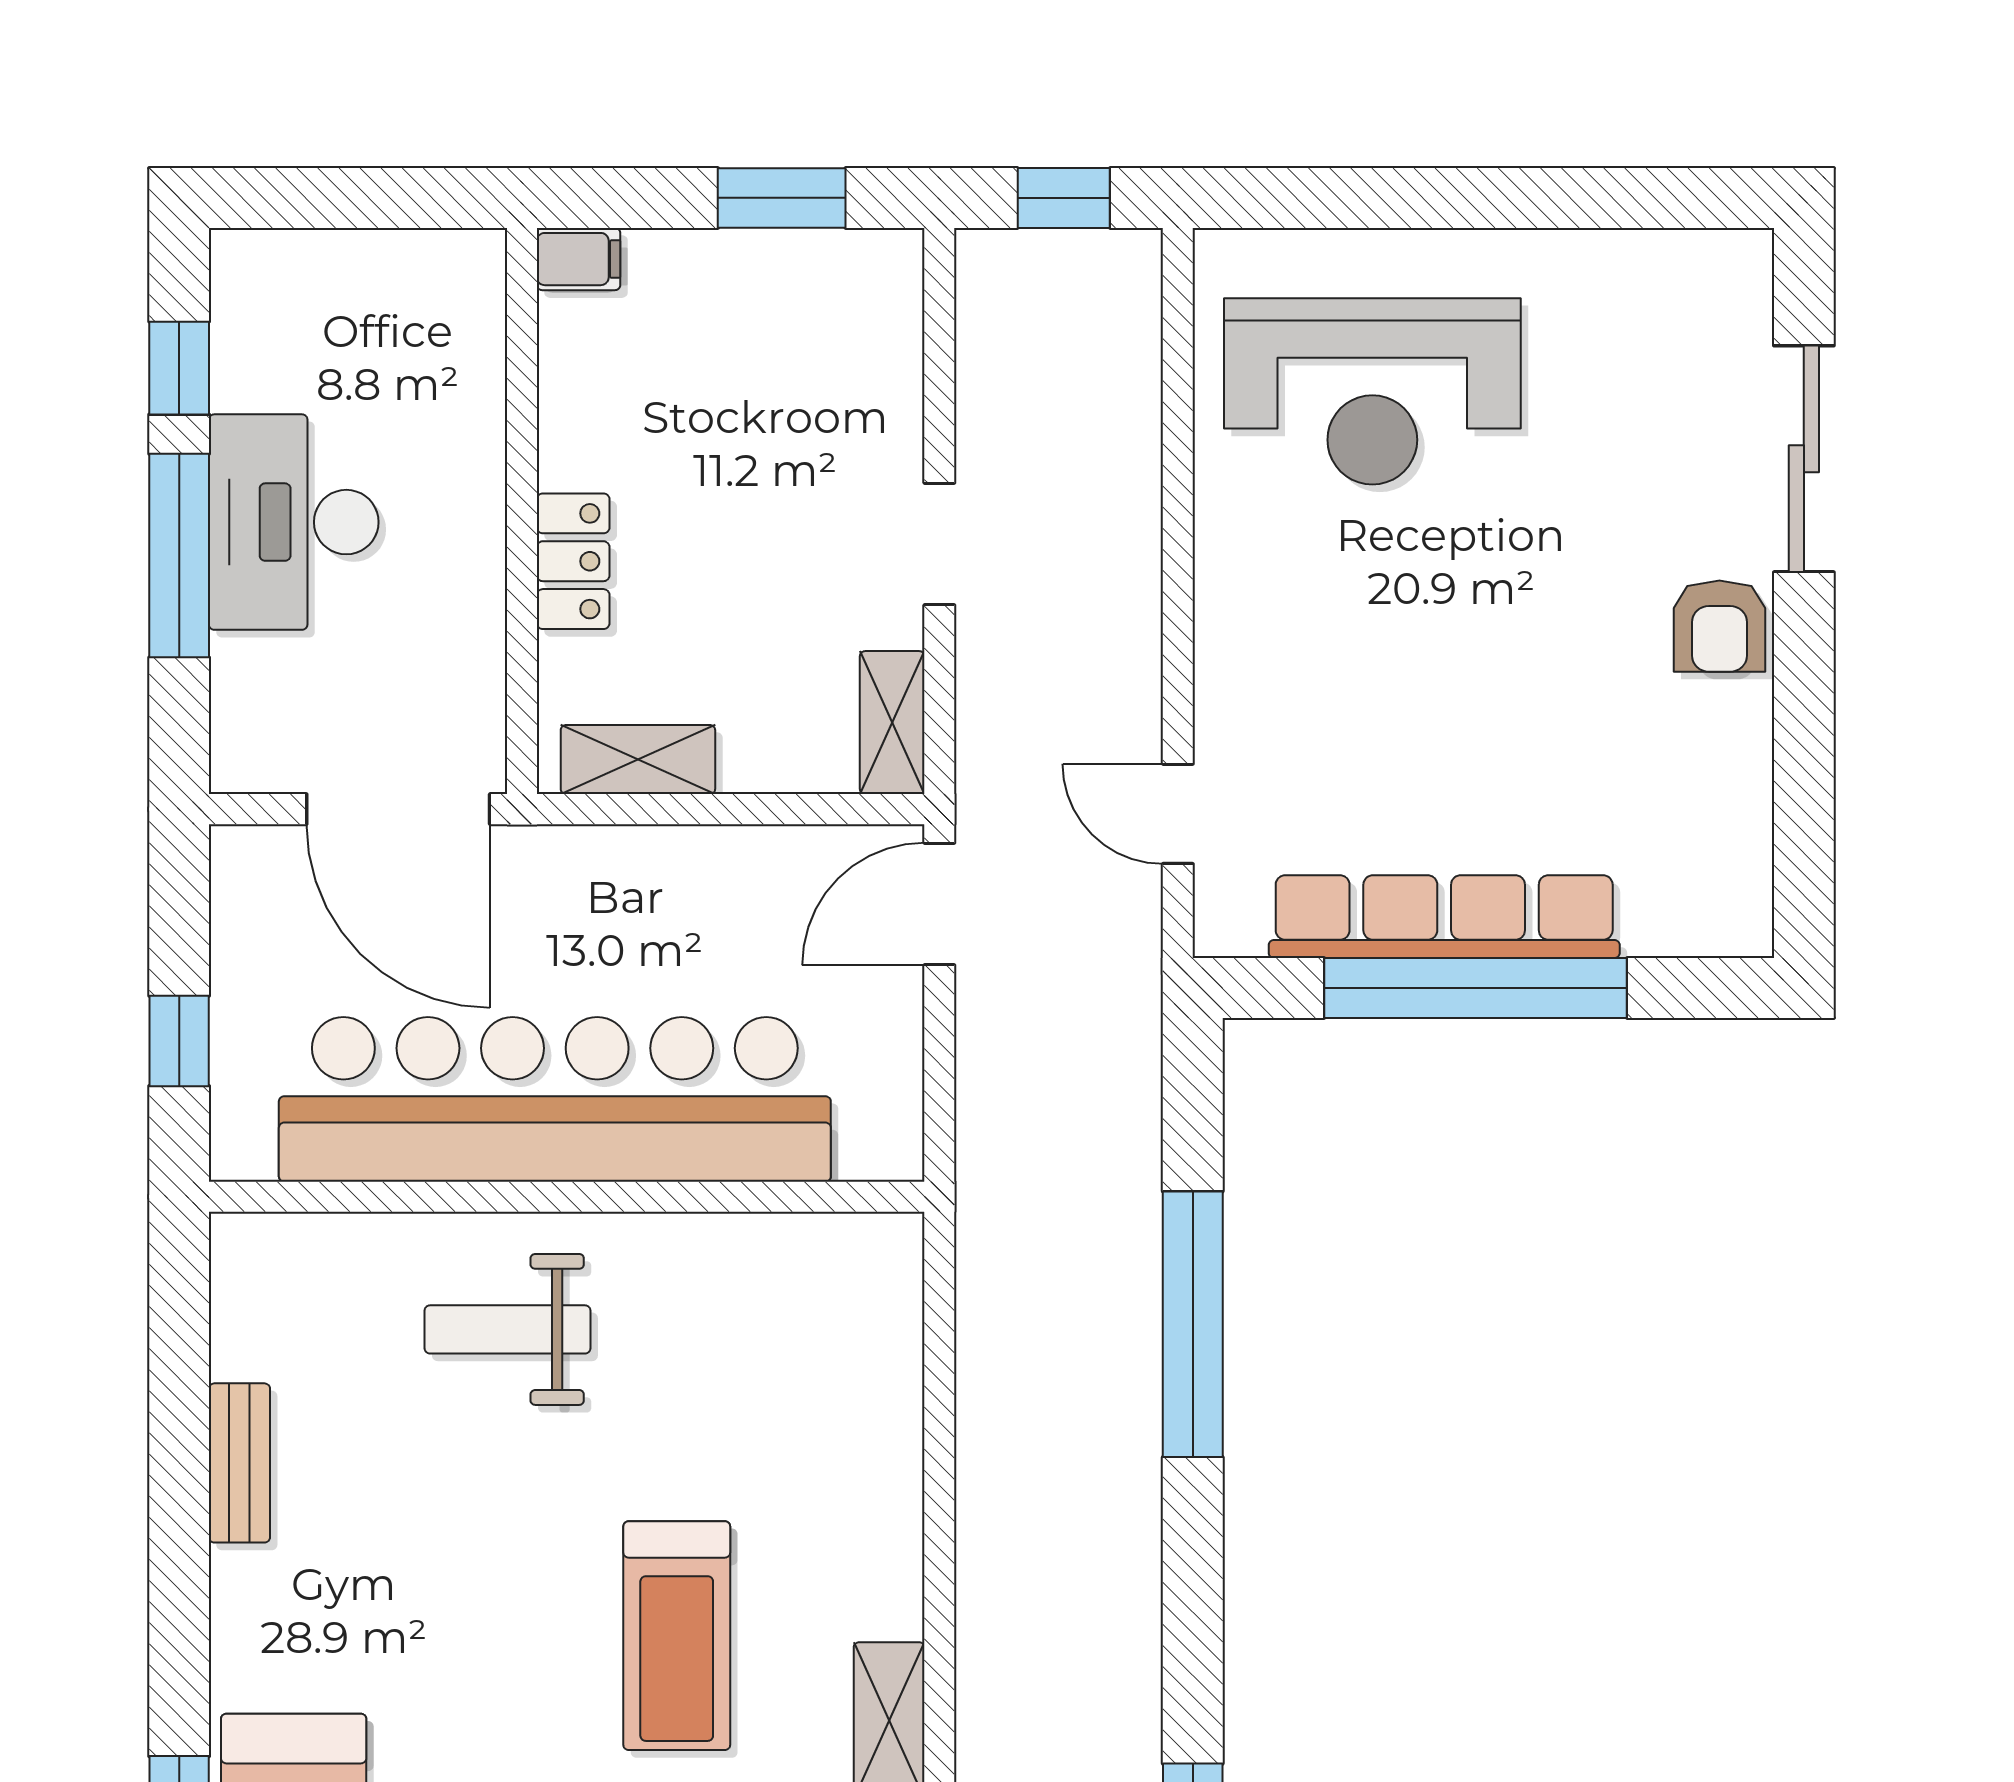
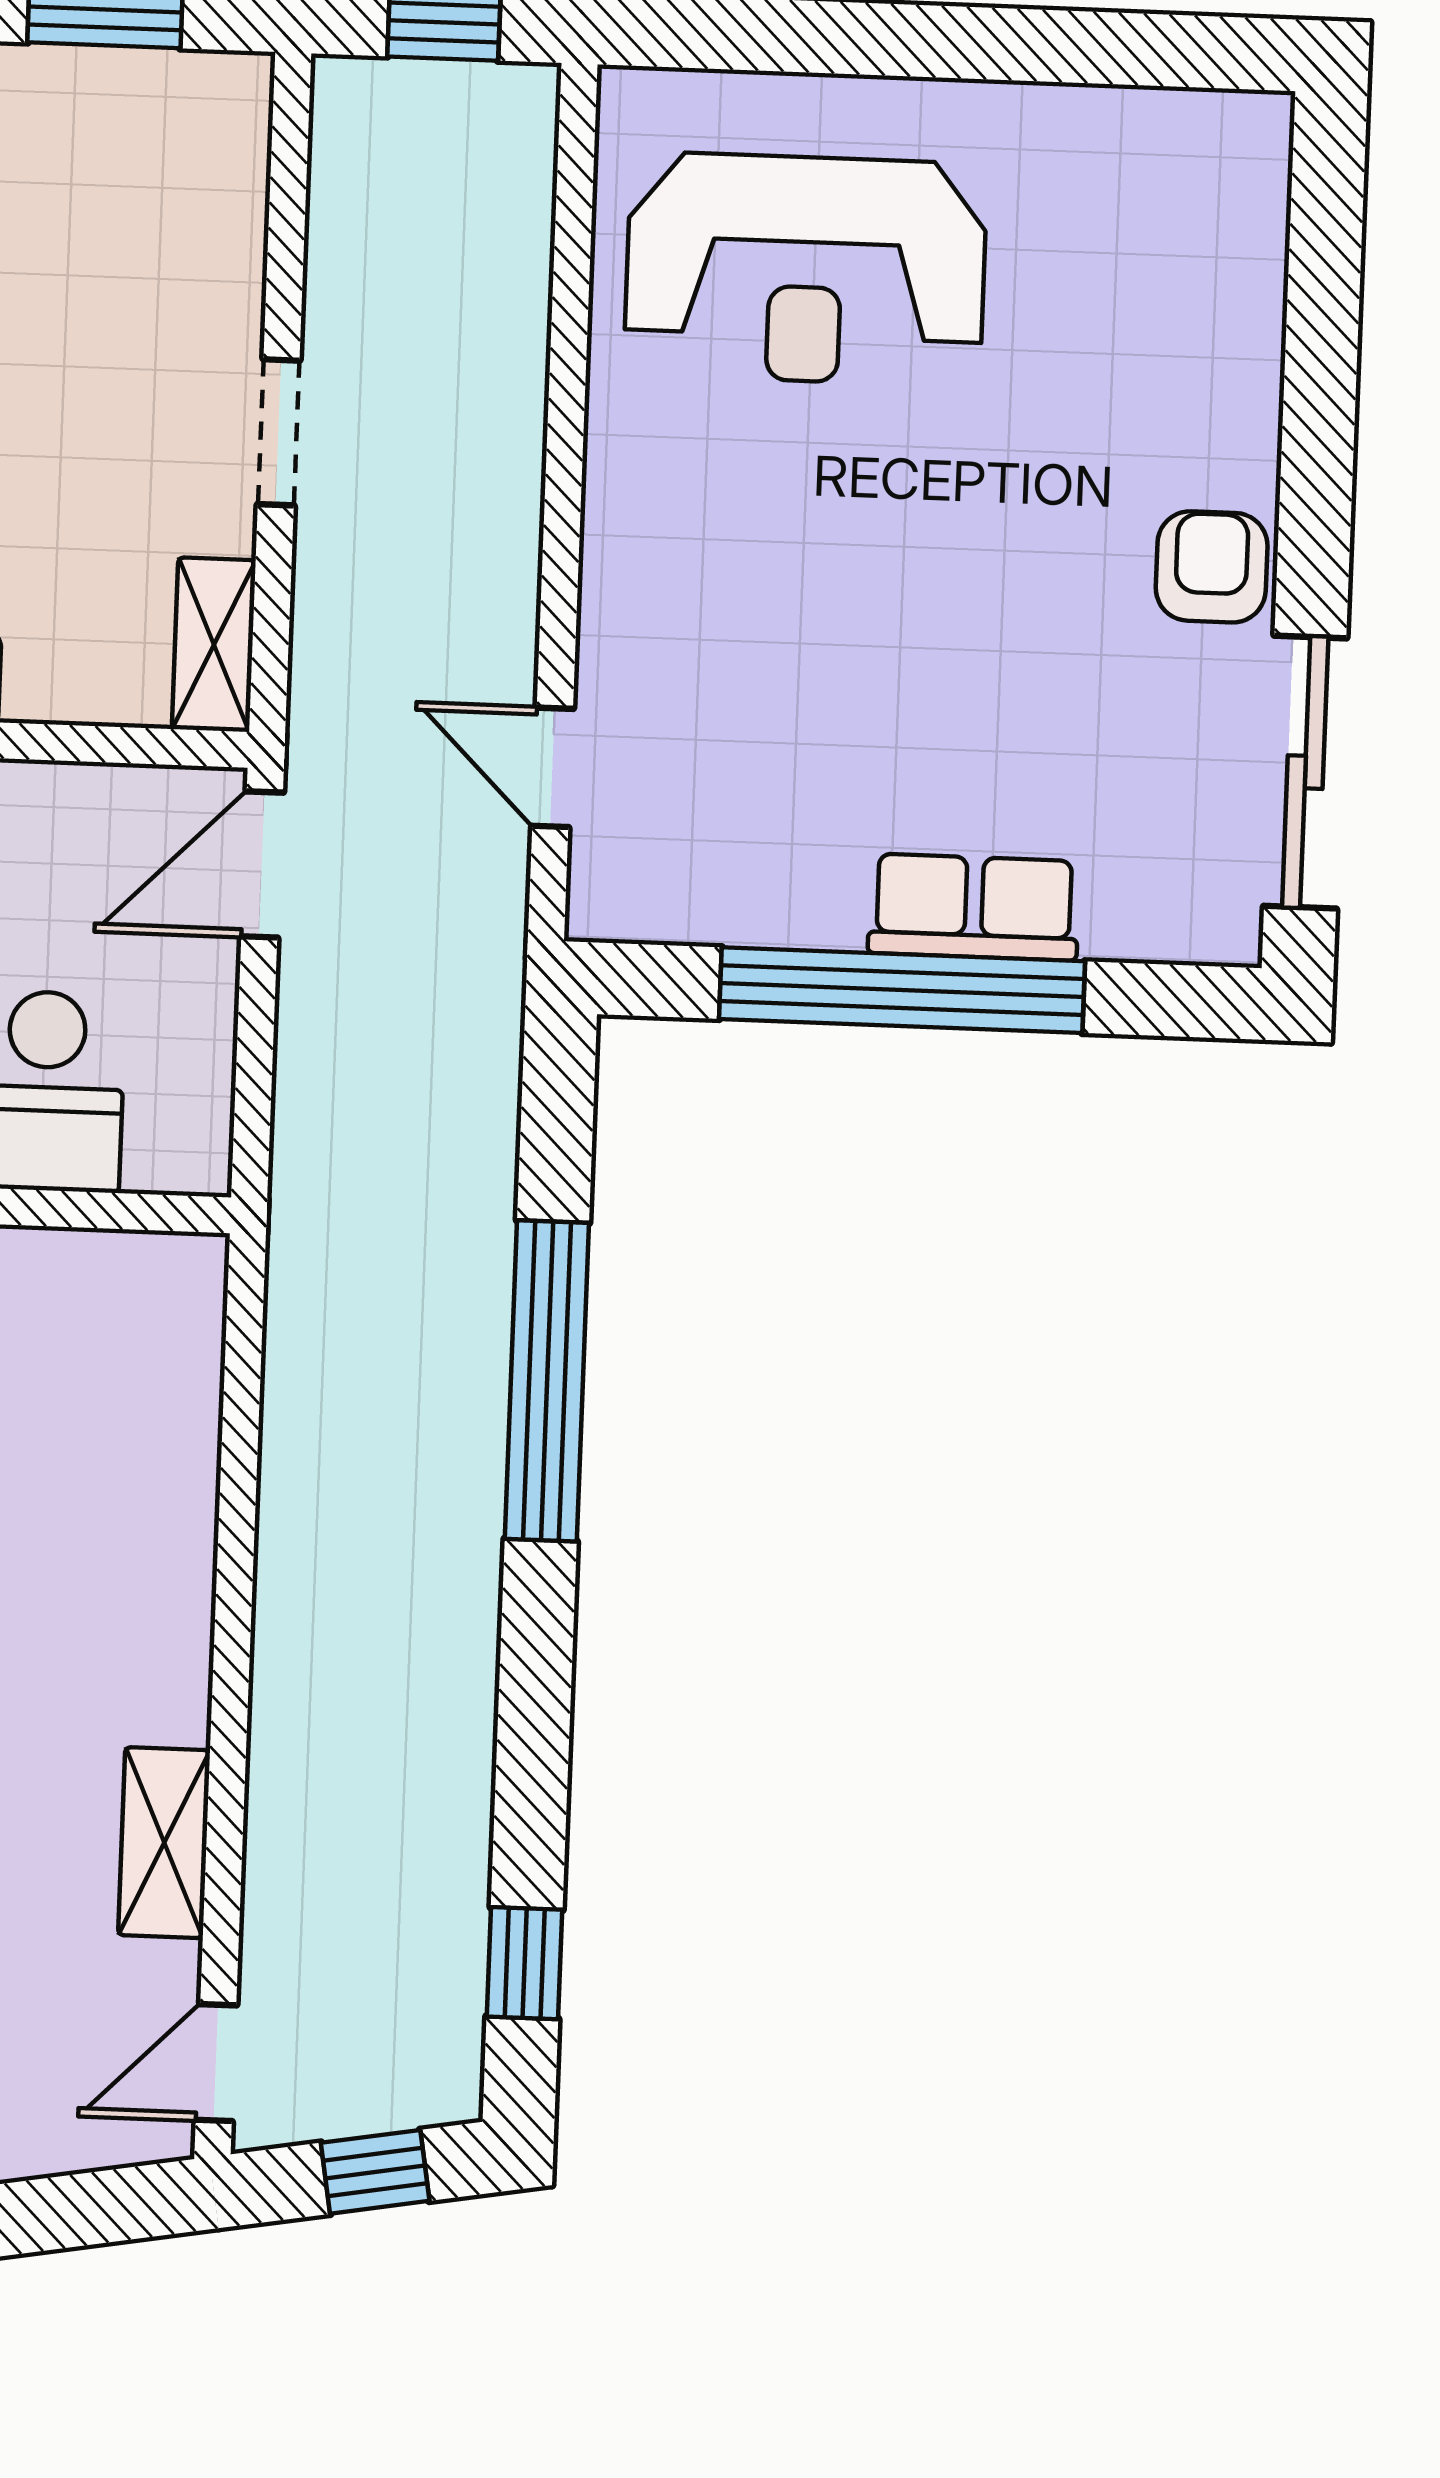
sliding door: (1804, 459) -> (1305, 772), moved
armchair: (1719, 626) -> (1212, 567), turned 180
row of seats: (1444, 917) -> (974, 907), width x0.50

